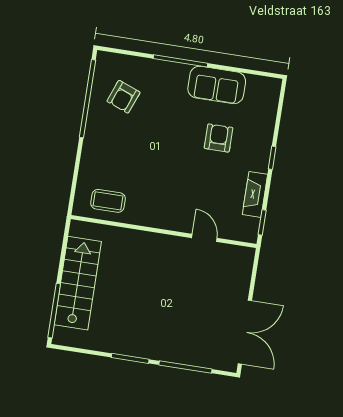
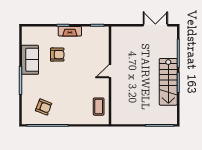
armchair: (218, 138) -> (57, 55), turned 180
fireplace: (255, 194) -> (70, 31), moved
door: (204, 238) -> (110, 71), moved
stairs: (78, 283) -> (168, 82), moved, turned -90
double door: (245, 332) -> (155, 25), width x0.73

